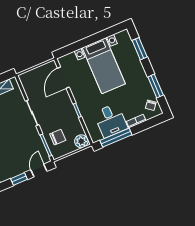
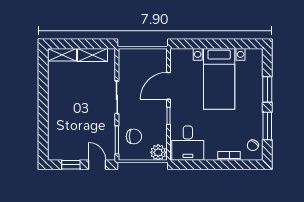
window: (140, 49) -> (267, 89), moved
door: (63, 78) -> (168, 86), moved
desk: (111, 121) -> (188, 143), moved
window: (116, 138) -> (199, 165), removed
door: (39, 171) -> (97, 165), hinge flipped

